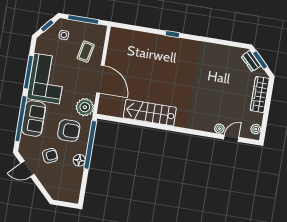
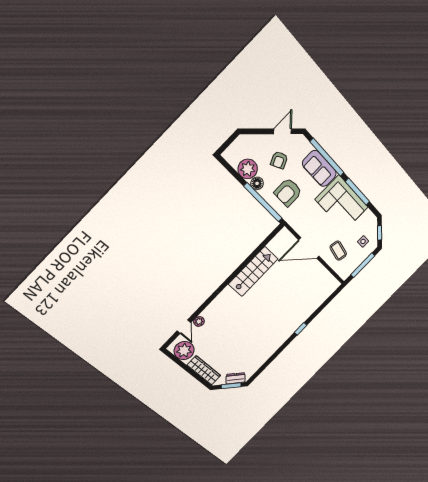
plant: (85, 107) -> (248, 169), moved
plant: (256, 129) -> (184, 351), width x1.88, depth x1.88

